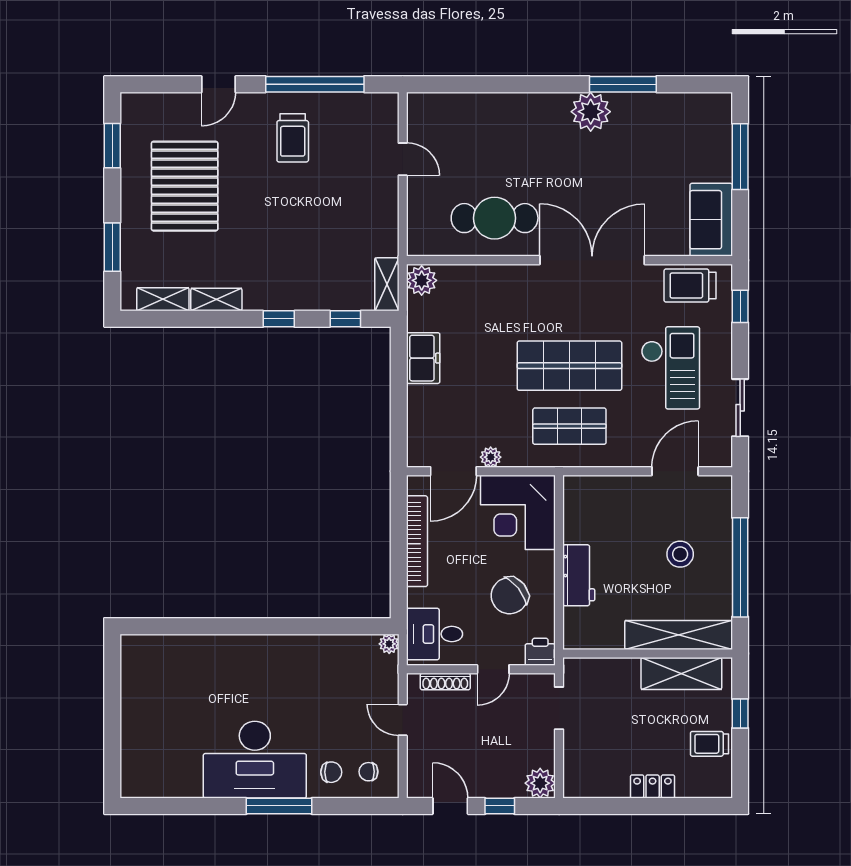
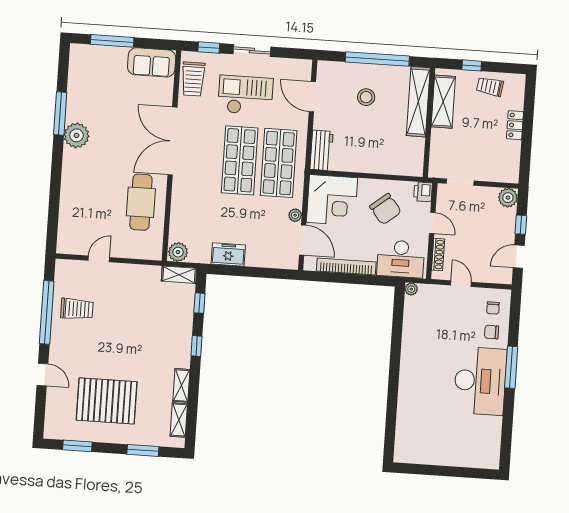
trolley: (293, 138) -> (77, 309), moved
sliding door: (740, 408) -> (252, 50), moved
shop shelf: (569, 426) -> (279, 163), width x1.43, depth x1.36
workbench: (579, 575) -> (321, 150), moved, turned 90
desk: (435, 634) -> (401, 259), width x1.37
door: (403, 720) -> (461, 284), swing flipped
trolley: (709, 744) -> (490, 87), turned 98
chair: (331, 772) -> (492, 332), turned -90

